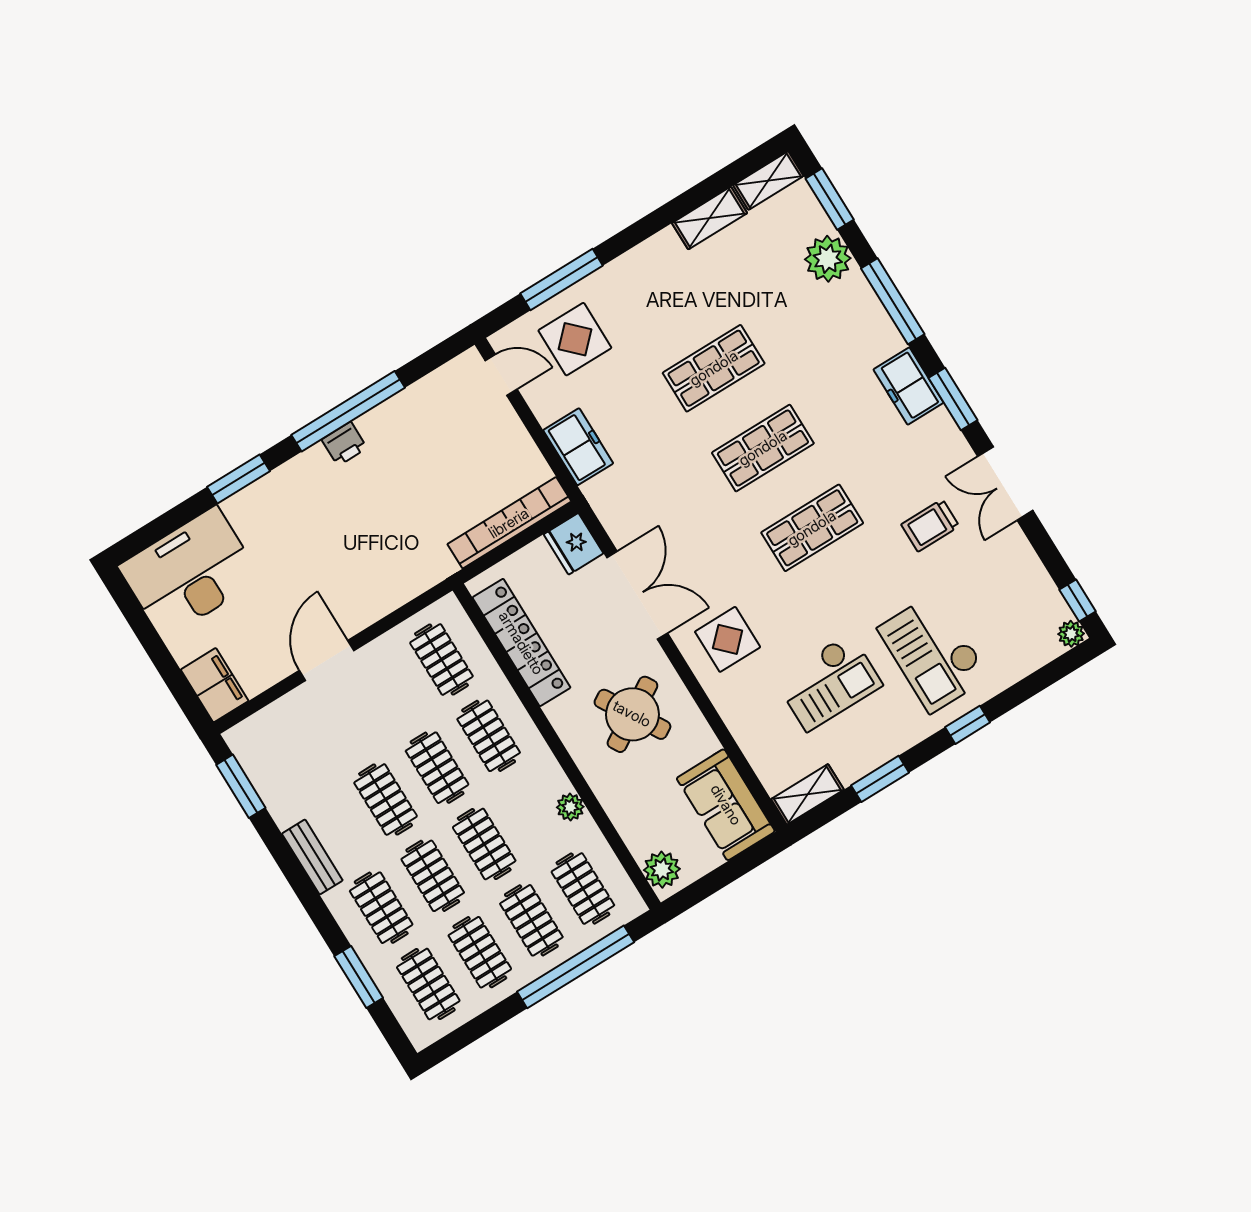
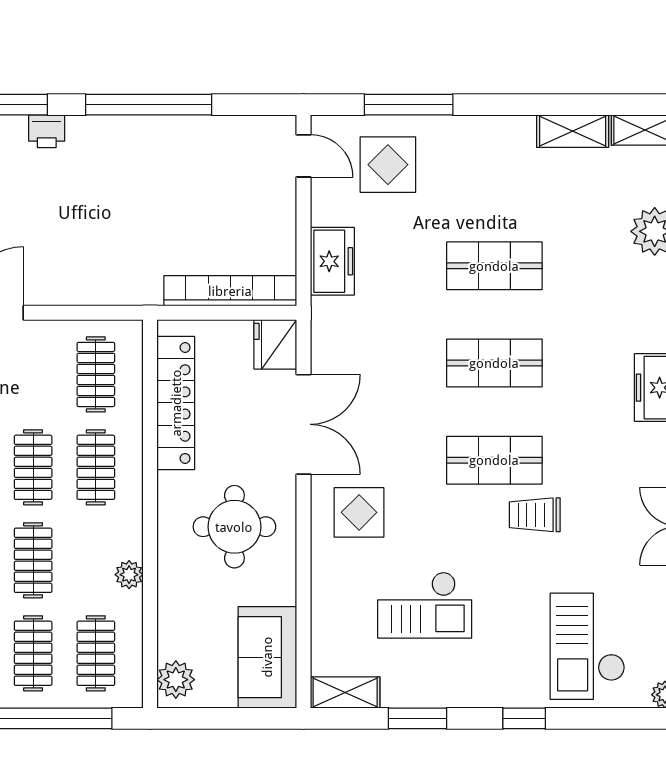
printer: (344, 444) -> (47, 131), moved
trolley: (930, 525) -> (535, 515), moved
checkout: (933, 653) -> (588, 646), moved
round table: (632, 714) -> (234, 527), turned 31

